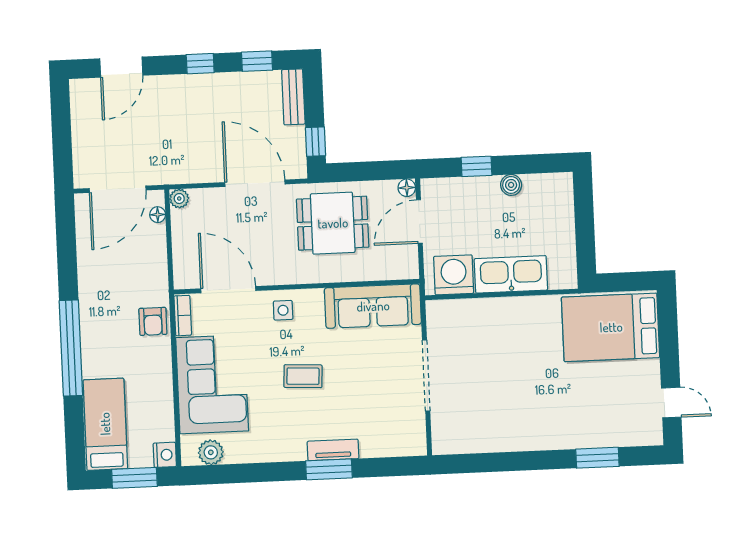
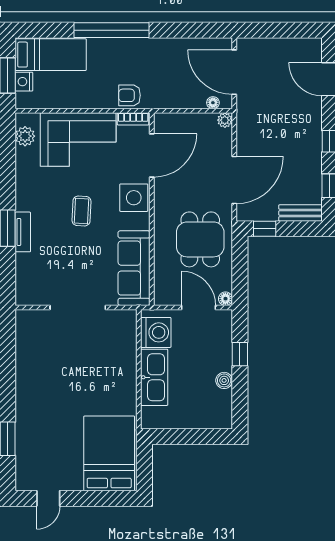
side table: (283, 310) -> (134, 198), width x1.87, depth x1.87
nightstand: (165, 455) -> (24, 82), moved, turned 90

